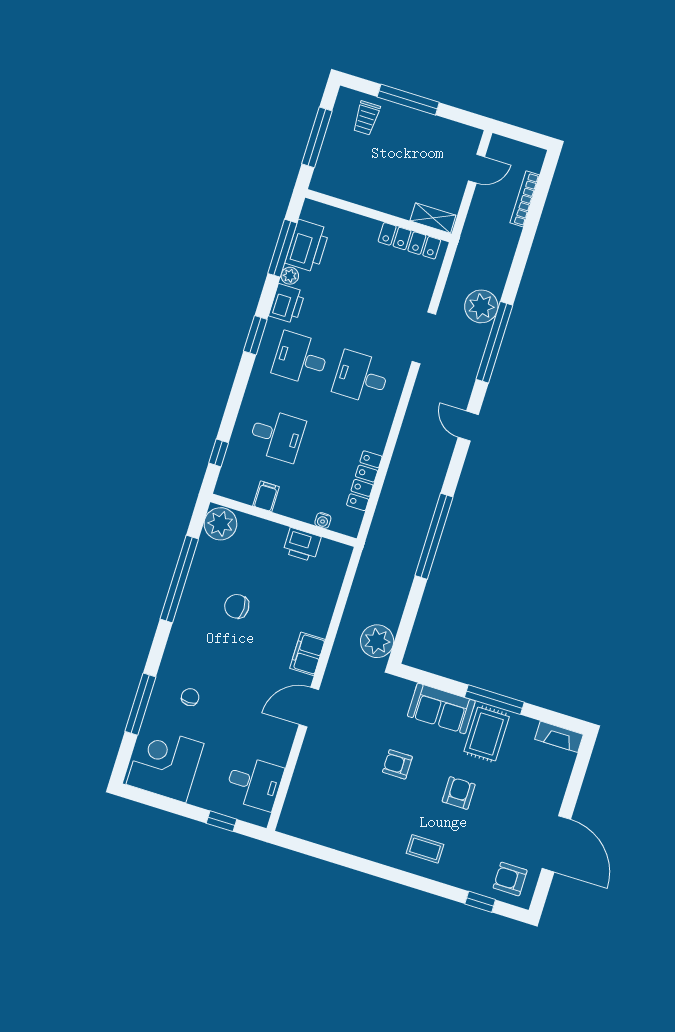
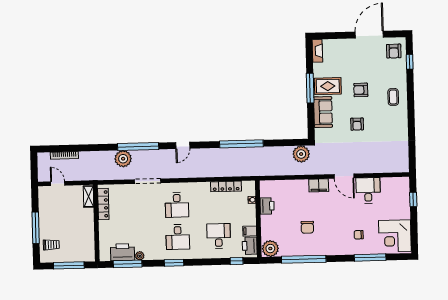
printer: (287, 304) -> (250, 246), moved, turned -90
desk: (254, 783) -> (368, 190), moved

